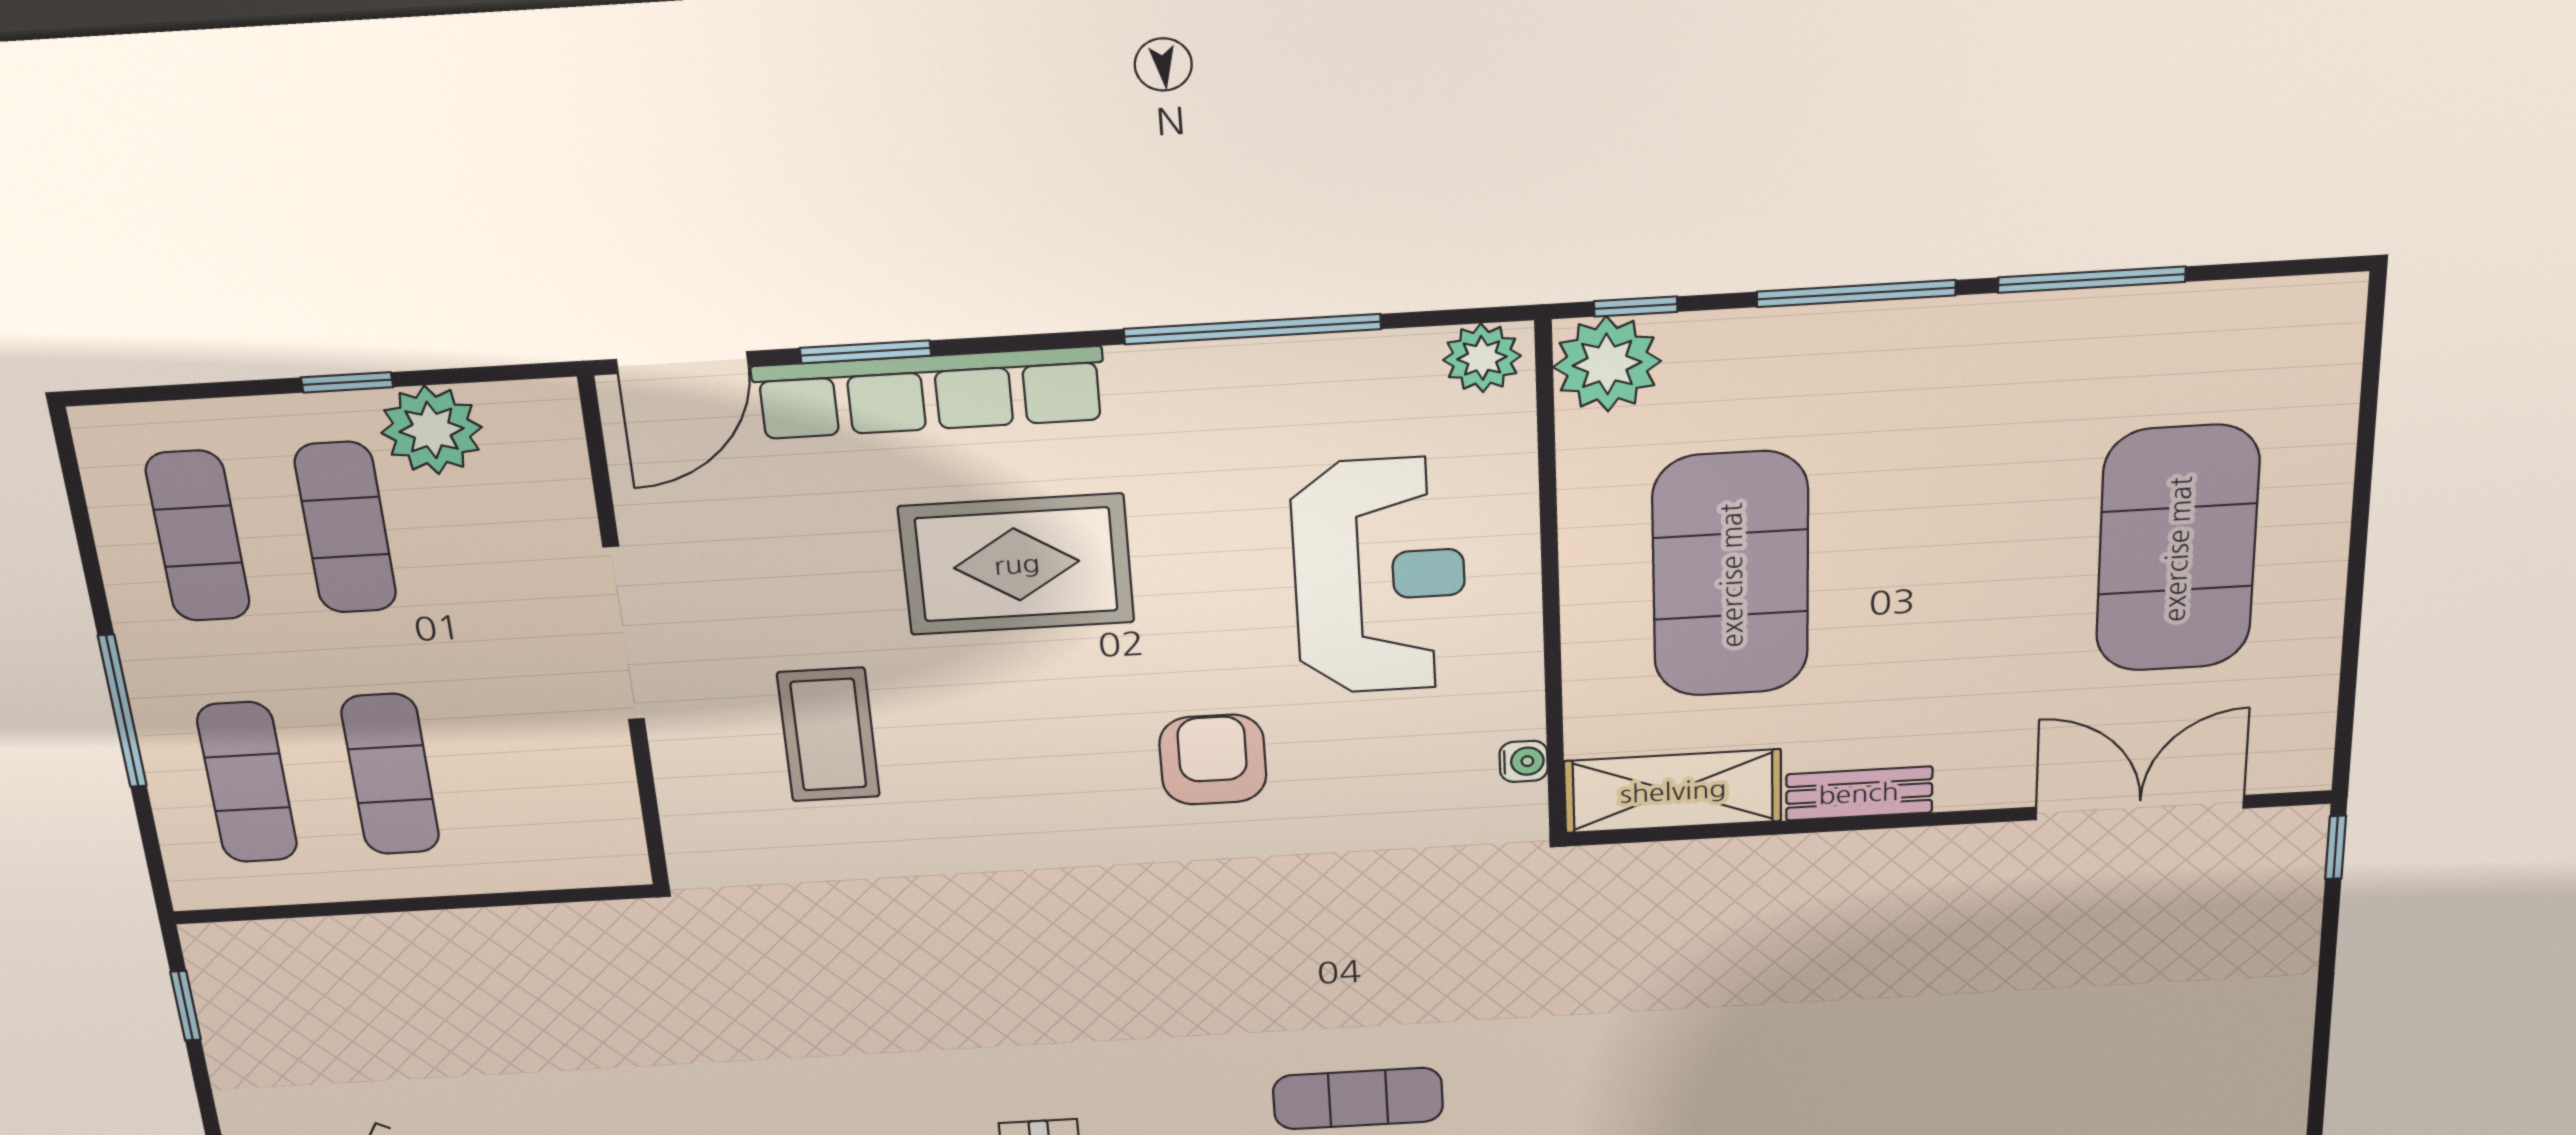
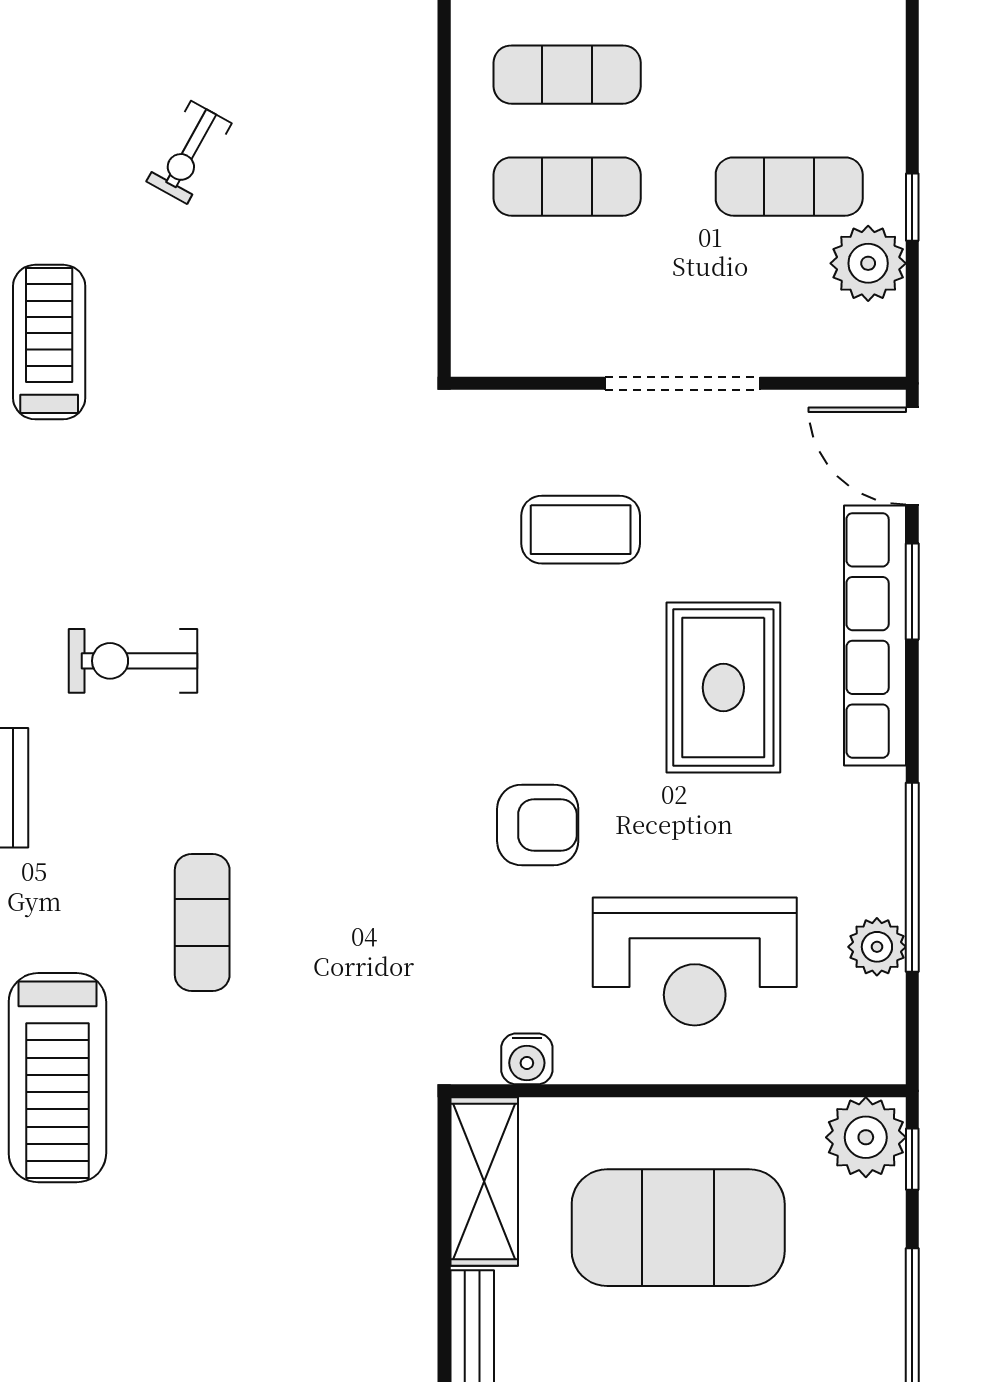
plant: (1482, 358) -> (877, 947), moved
exercise mat: (198, 536) -> (789, 75), removed
water cooler: (1524, 761) -> (527, 1059), width x1.38, depth x1.38

